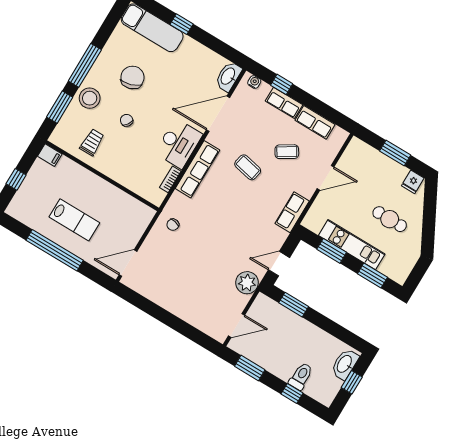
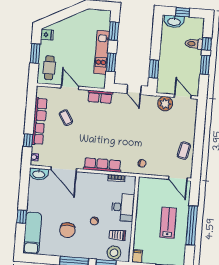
chair: (132, 77) -> (67, 230), turned -73
stool: (90, 98) -> (114, 253), moved
desk: (179, 144) -> (123, 207), moved, turned 90
coffee table: (248, 167) -> (184, 151), moved
cafe table: (390, 219) -> (49, 68), moved
plant: (247, 283) -> (165, 104), moved
window: (250, 368) -> (205, 65), moved

